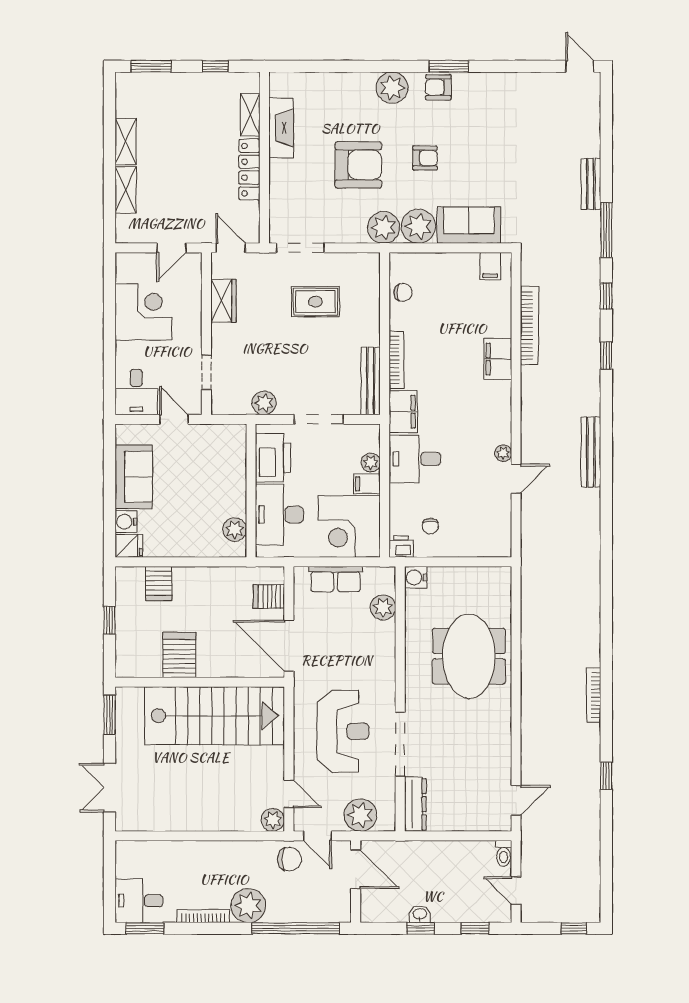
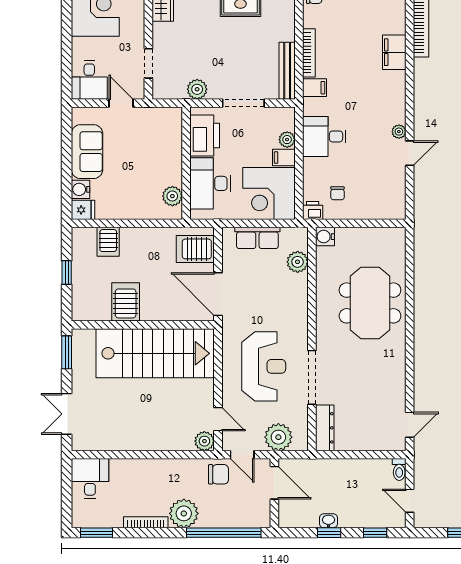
filing cabinet: (403, 412) -> (315, 88), width x0.50
server rack: (269, 596) -> (195, 249), width x1.36, depth x1.44
desk: (139, 901) -> (90, 478), moved, turned 90

